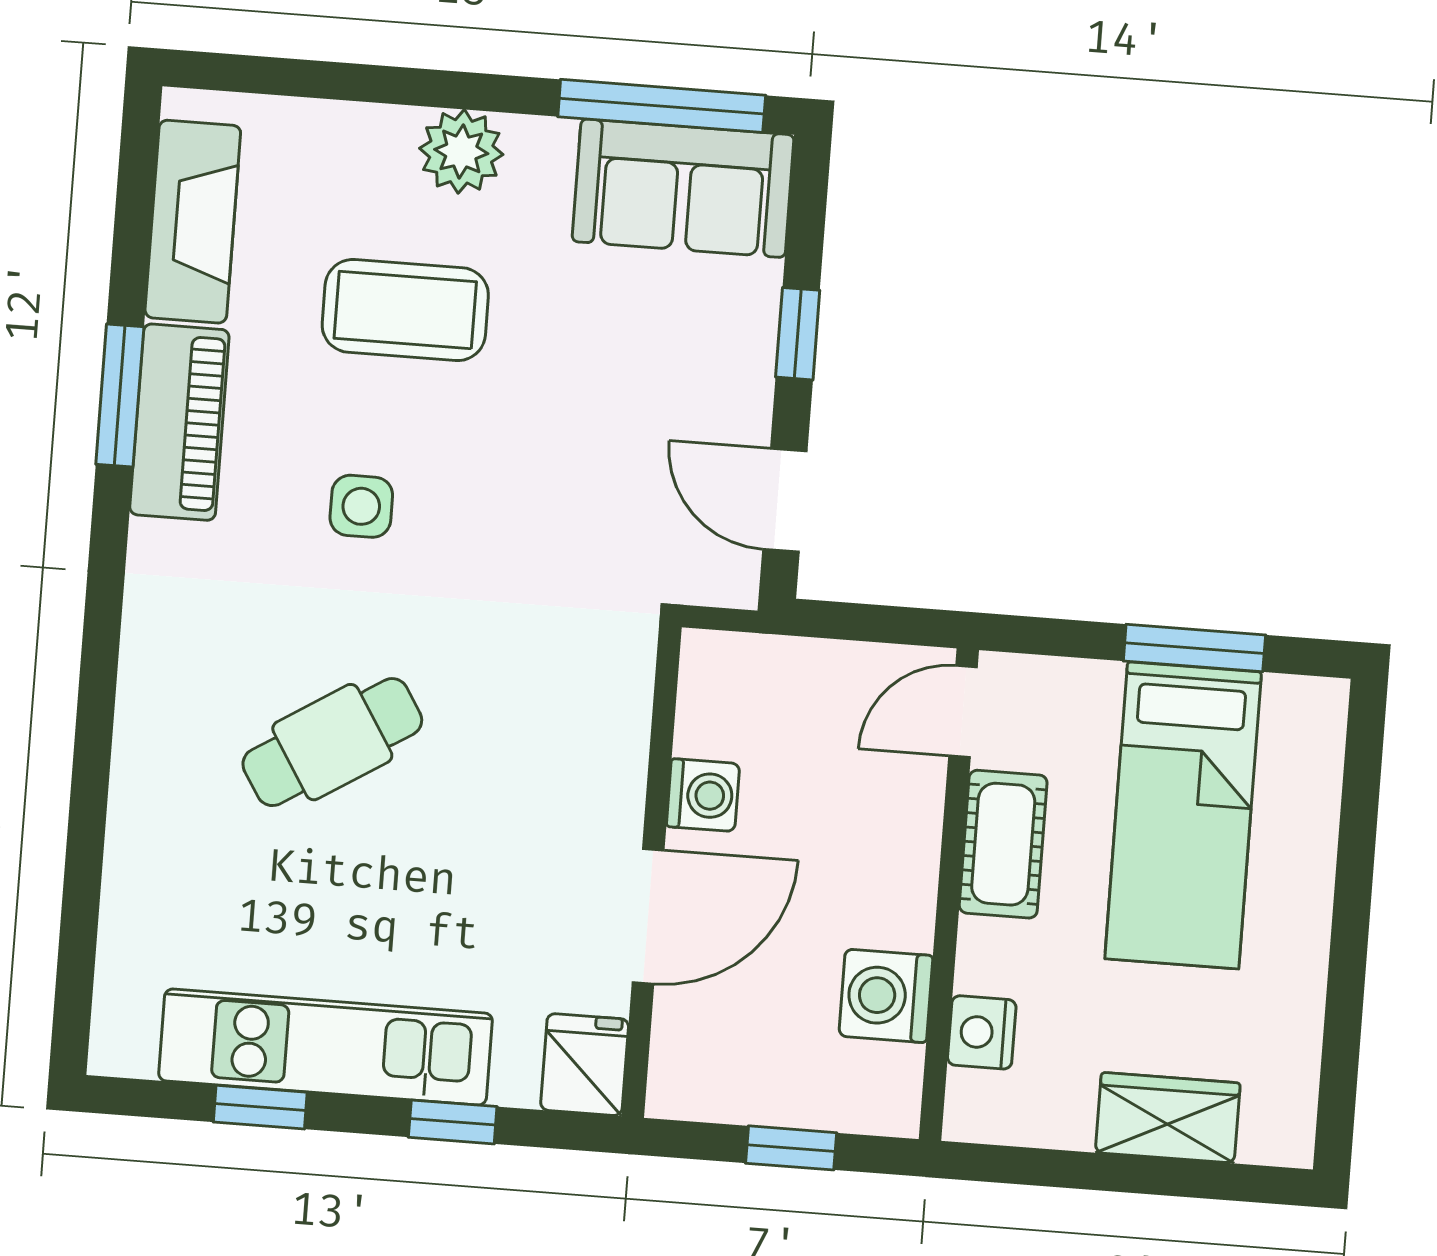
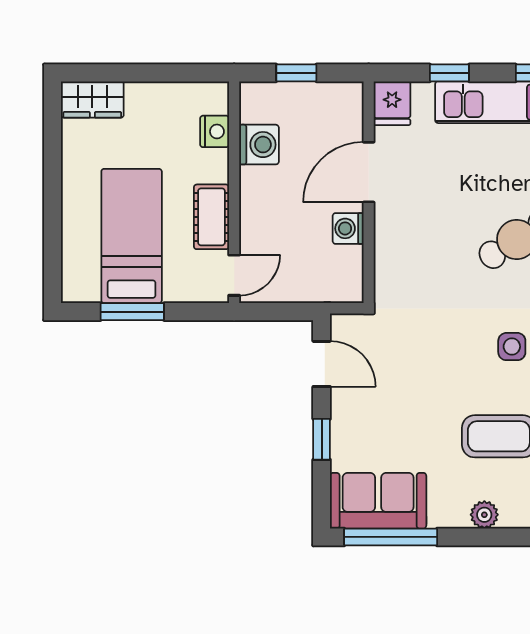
plant: (461, 151) -> (484, 515), width x0.73, depth x0.73
wardrobe: (1168, 1118) -> (92, 99), moved

